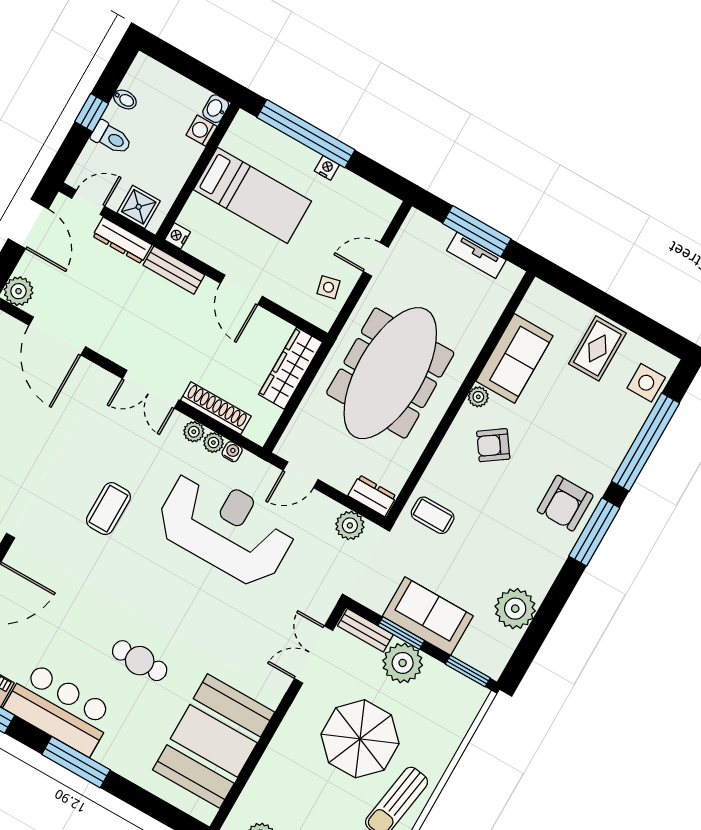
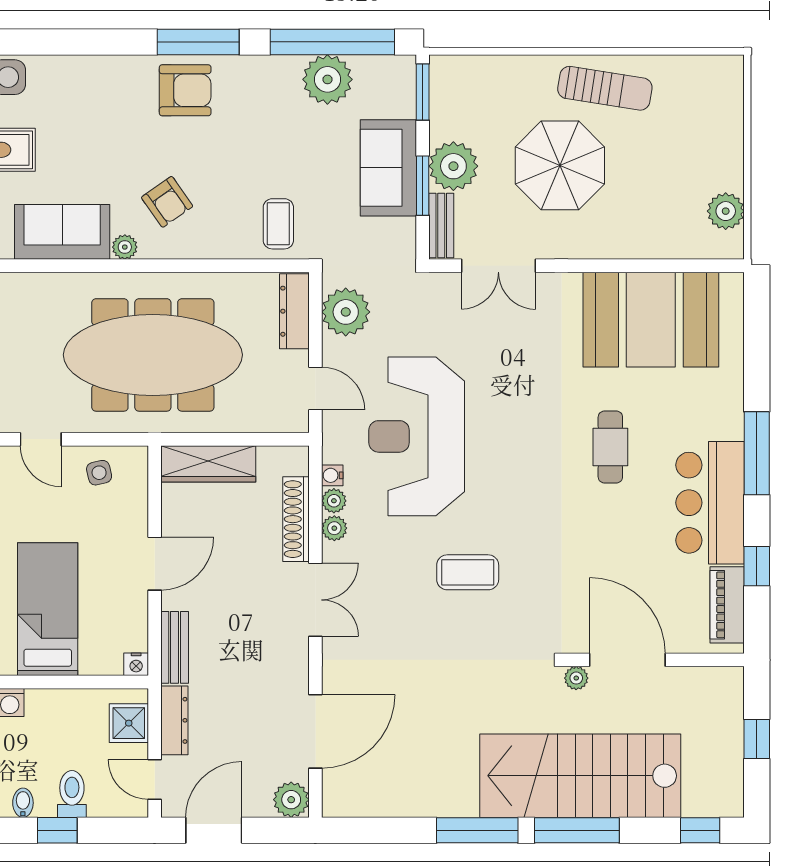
window: (645, 442) -> (332, 42), moved
dresser: (372, 496) -> (294, 311), width x1.44
plant: (350, 525) -> (346, 312), width x1.36, depth x1.36

